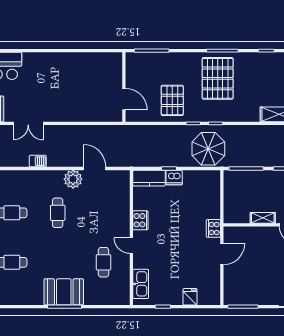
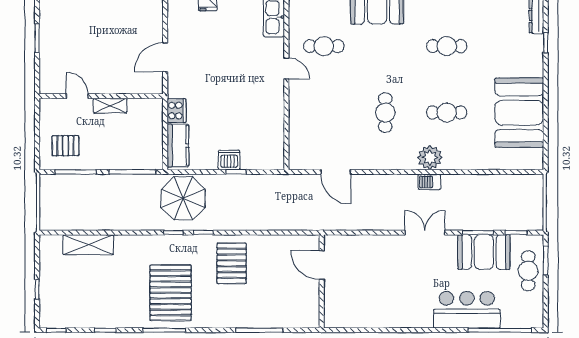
wall: (124, 87) -> (322, 281), moved
door: (124, 99) -> (322, 265), moved
barbecue: (38, 161) -> (429, 182), moved
kitchen counter: (149, 178) -> (178, 146), moved, turned 90
plant: (73, 179) -> (430, 158), moved
cooker: (140, 220) -> (274, 102), removed
cooker: (213, 228) -> (176, 111), moved
cafe table: (104, 262) -> (324, 46), turned 90

